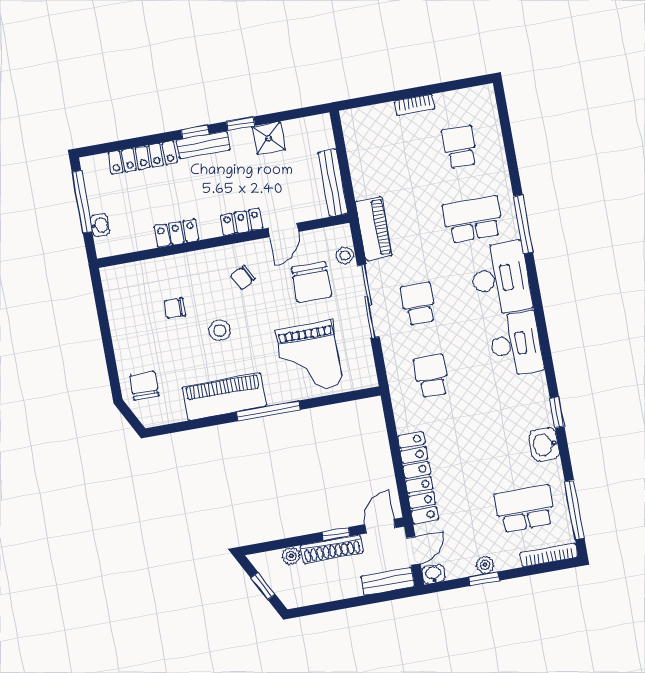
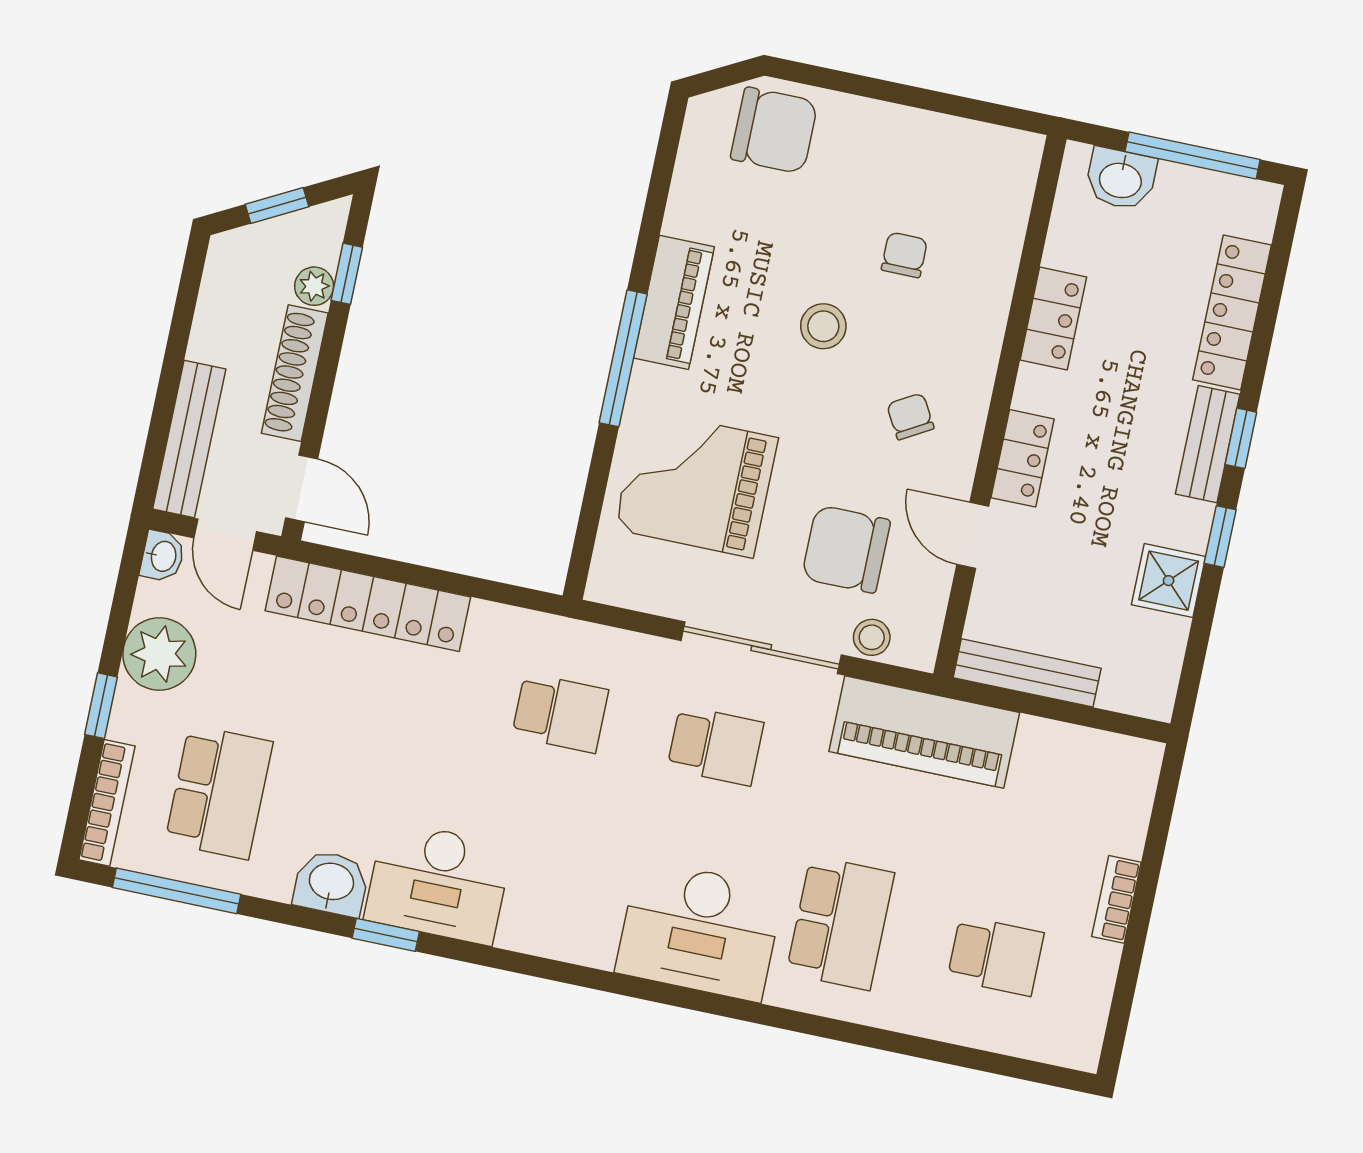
window: (523, 224) -> (789, 1020), removed
washbasin: (100, 225) -> (1121, 179), width x1.38, depth x1.45
piano: (374, 228) -> (924, 732), width x1.37, depth x1.33
desk: (516, 344) -> (438, 883), moved
chair: (144, 386) -> (774, 130), width x1.37, depth x1.37
piano: (224, 396) -> (674, 302), width x0.73, depth x0.75
window: (336, 534) -> (347, 274), moved
plant: (485, 565) -> (159, 654), width x1.88, depth x1.88
window: (484, 579) -> (101, 706), moved
bench: (388, 581) -> (189, 439), width x1.36

